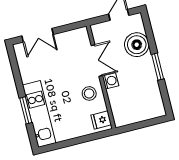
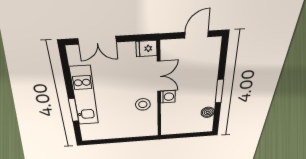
boiler: (137, 45) -> (208, 112), moved, width x0.54, depth x0.54
kitchen unit: (39, 114) -> (84, 96), moved
fridge: (101, 120) -> (147, 49), moved

